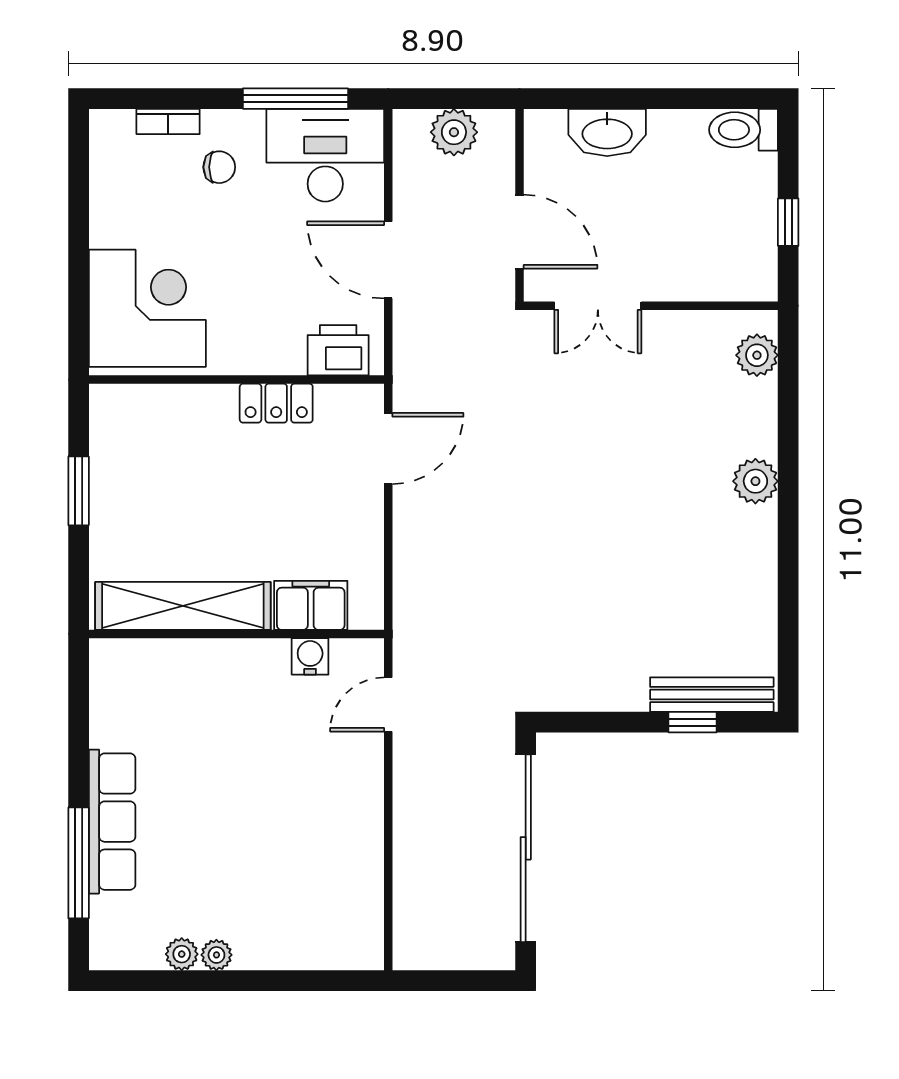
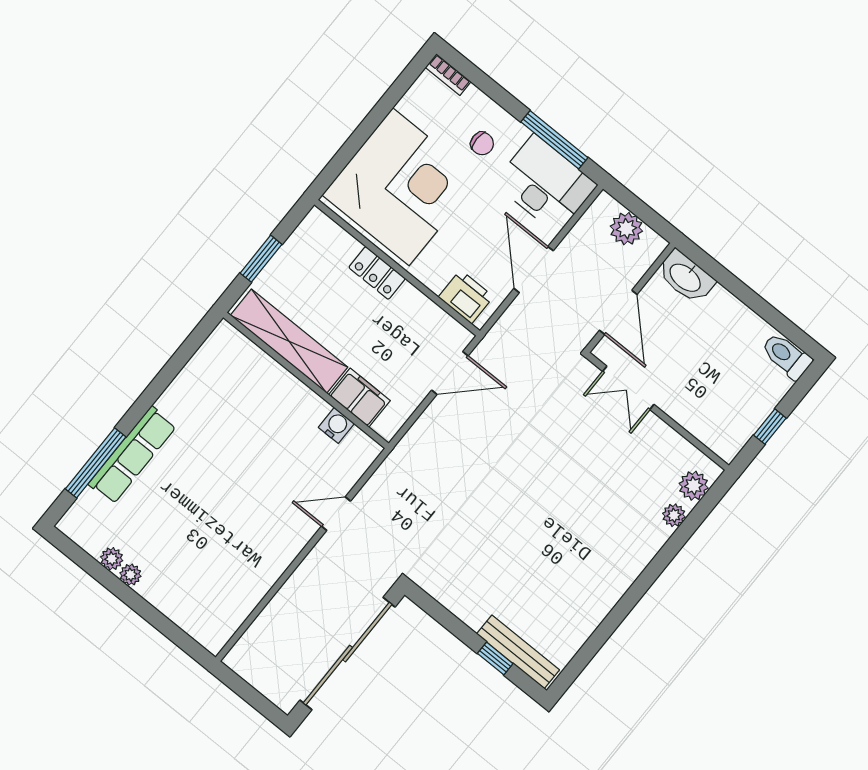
bookcase: (168, 122) -> (448, 75), moved
washbasin: (607, 133) -> (686, 277), moved
corner desk: (147, 308) -> (401, 187), width x1.36, depth x1.36
locker: (276, 403) -> (377, 273), moved
plant: (755, 481) -> (674, 515), moved, width x0.73, depth x0.73
filing cabinet: (311, 605) -> (359, 398), moved
shelving: (183, 606) -> (289, 341), moved
wall: (237, 634) -> (306, 380), moved
water cooler: (310, 656) -> (336, 425), moved

